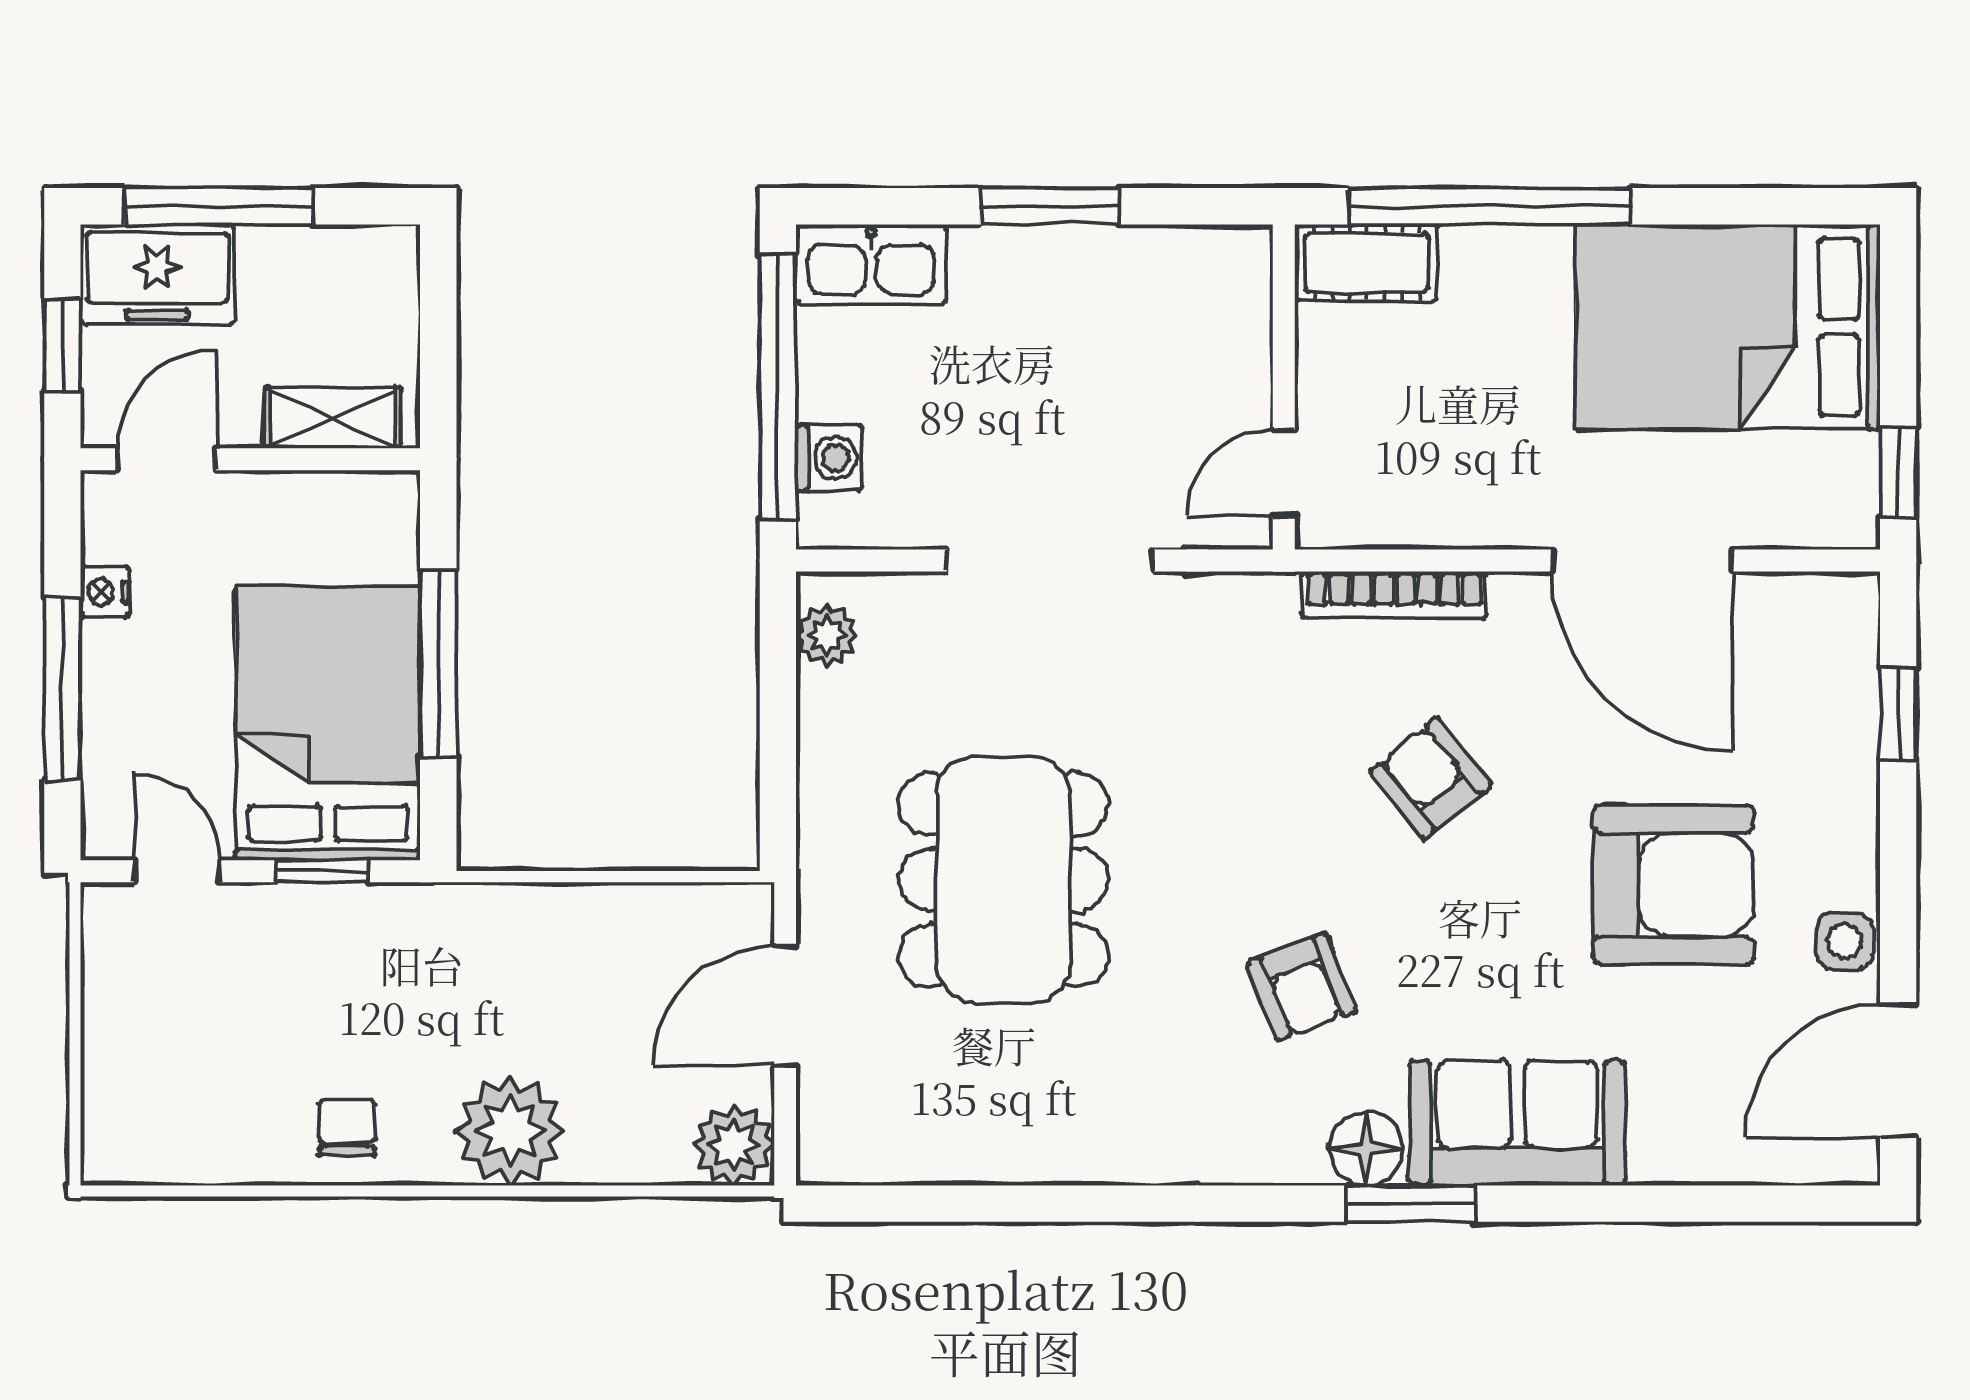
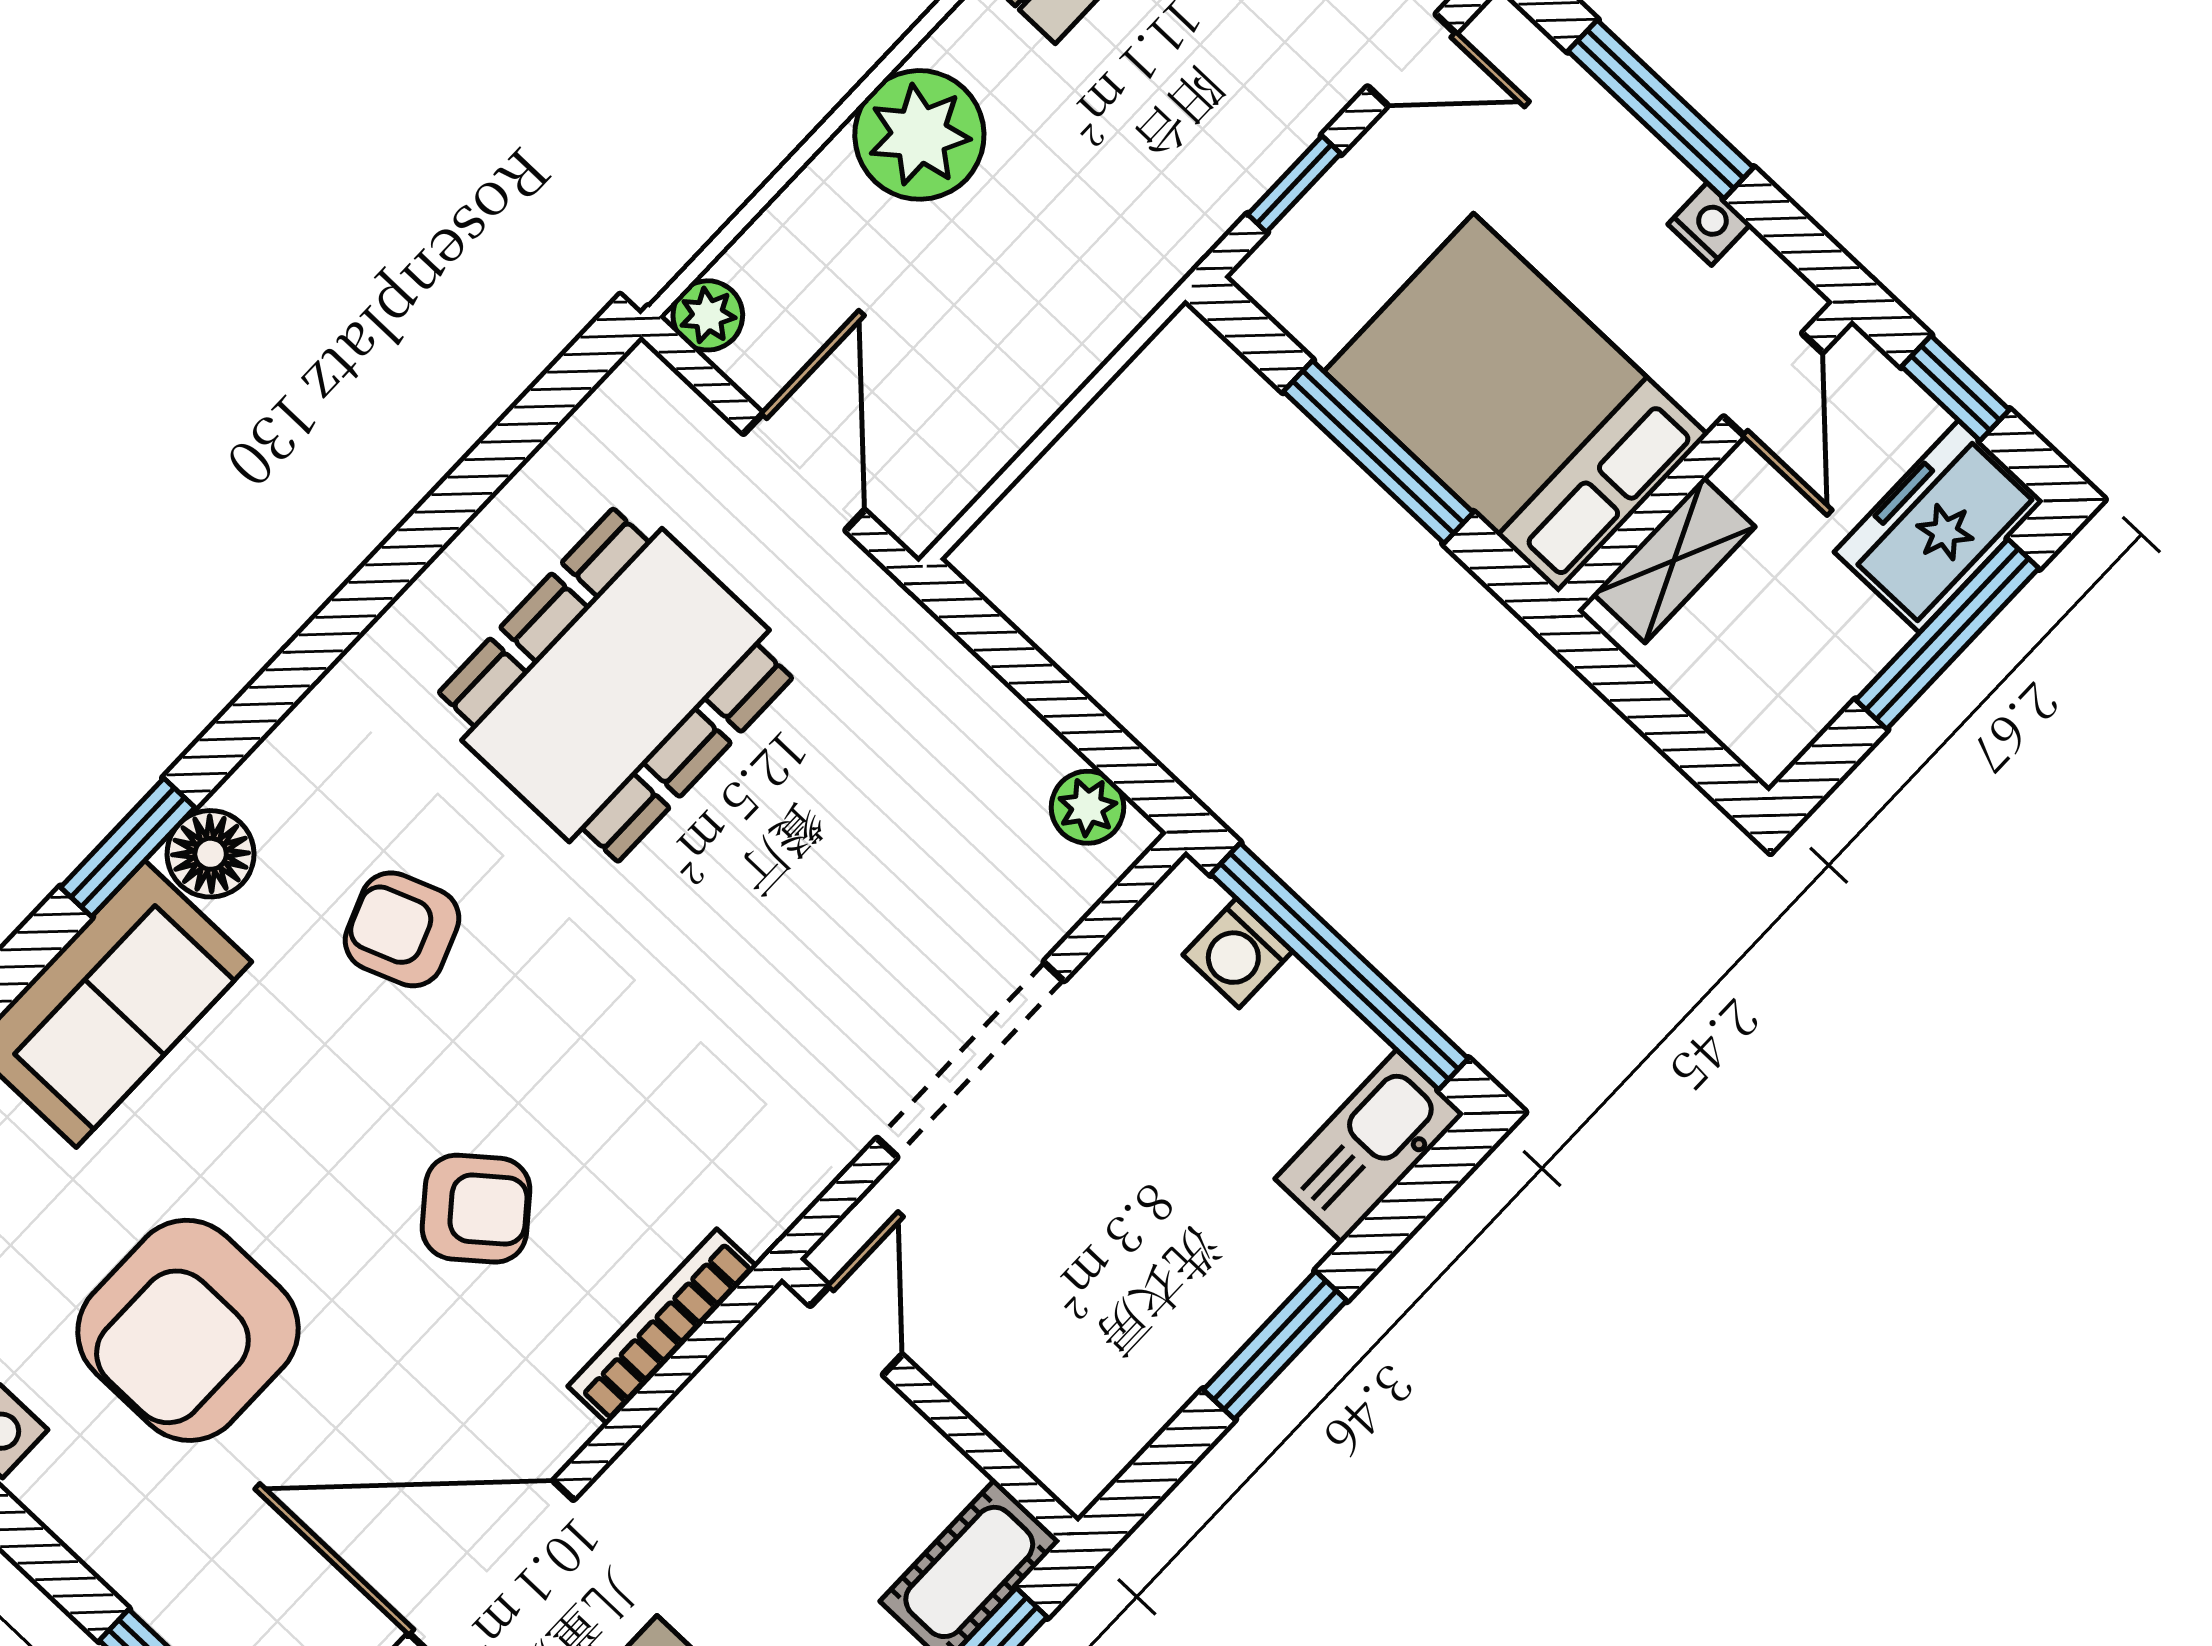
bed: (328, 723) -> (1516, 403), moved, turned 180
dining table: (1003, 880) -> (616, 685), moved, turned 90
plant: (734, 1145) -> (708, 315), width x0.73, depth x0.73

